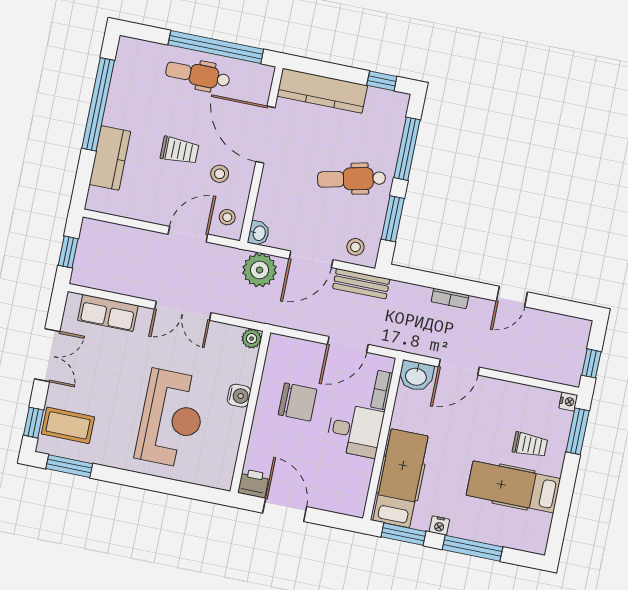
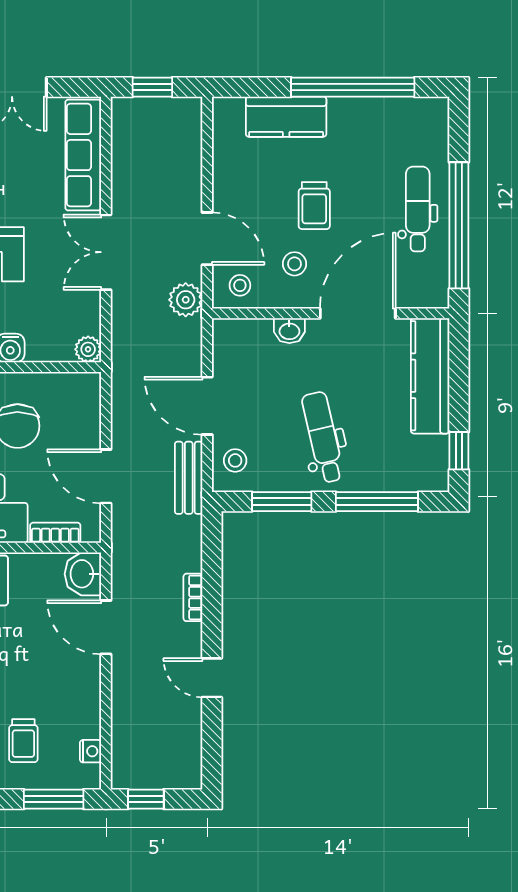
washbasin: (259, 233) -> (289, 331), moved
plant: (260, 270) -> (186, 300), moved, width x0.73, depth x0.73
row of seats: (108, 313) -> (83, 155), width x1.48
nightstand: (568, 402) -> (91, 751), moved, turned -90

